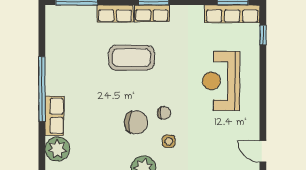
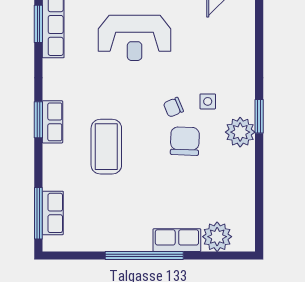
row of seats: (115, 14) -> (53, 213), moved
chair: (164, 113) -> (173, 107), turned -113

